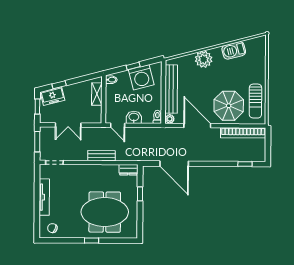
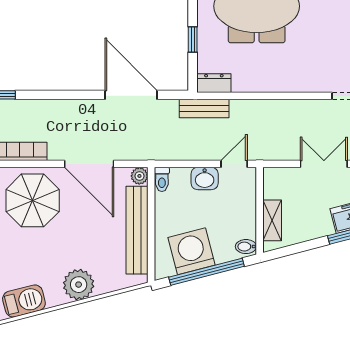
window: (133, 66) -> (206, 272), width x3.17
door: (118, 125) -> (234, 164), hinge flipped
bench: (101, 156) -> (204, 109), moved

